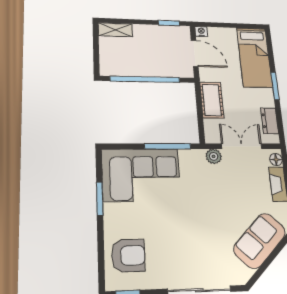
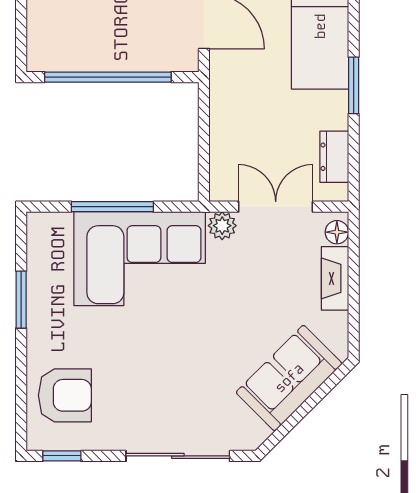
cot: (212, 100) -> (228, 116), removed
window: (168, 146) -> (112, 207), moved
corner sofa: (141, 175) -> (140, 259), moved

